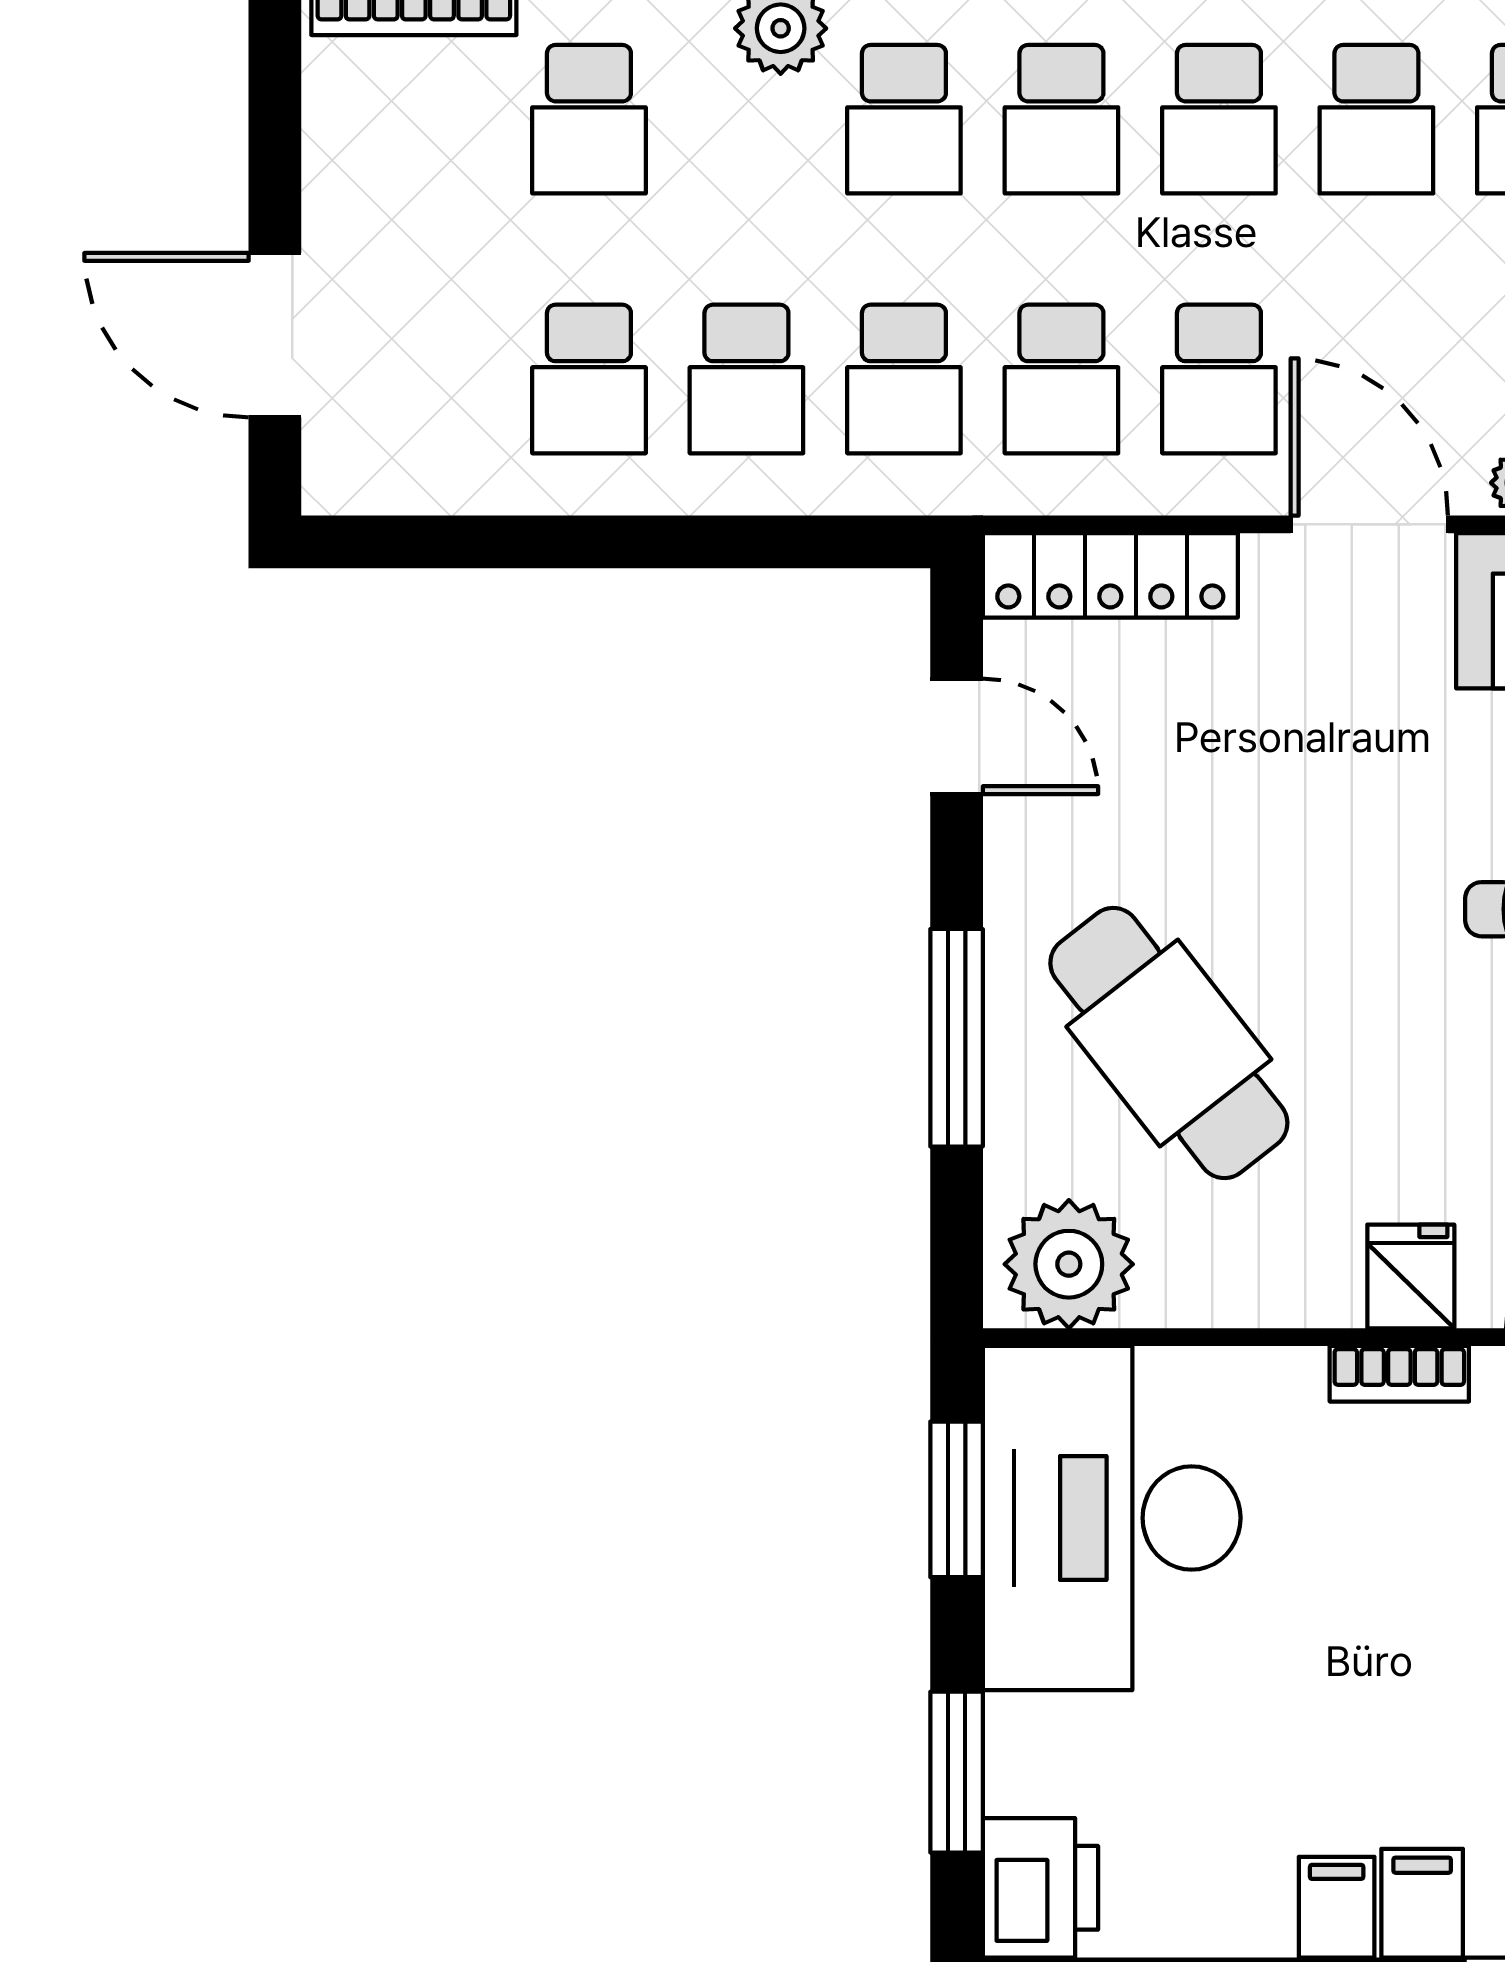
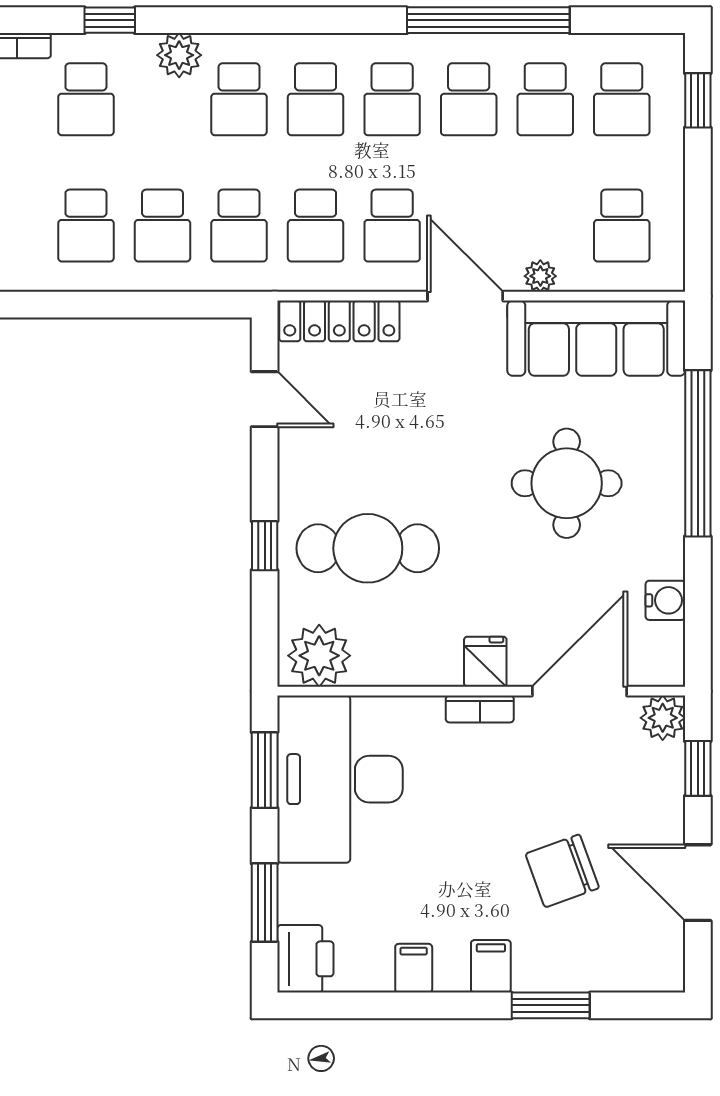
window: (957, 1038) -> (265, 546), width x0.46
cafe table: (1169, 1043) -> (368, 548), turned -52
filing cabinet: (1337, 1907) -> (414, 968), moved

